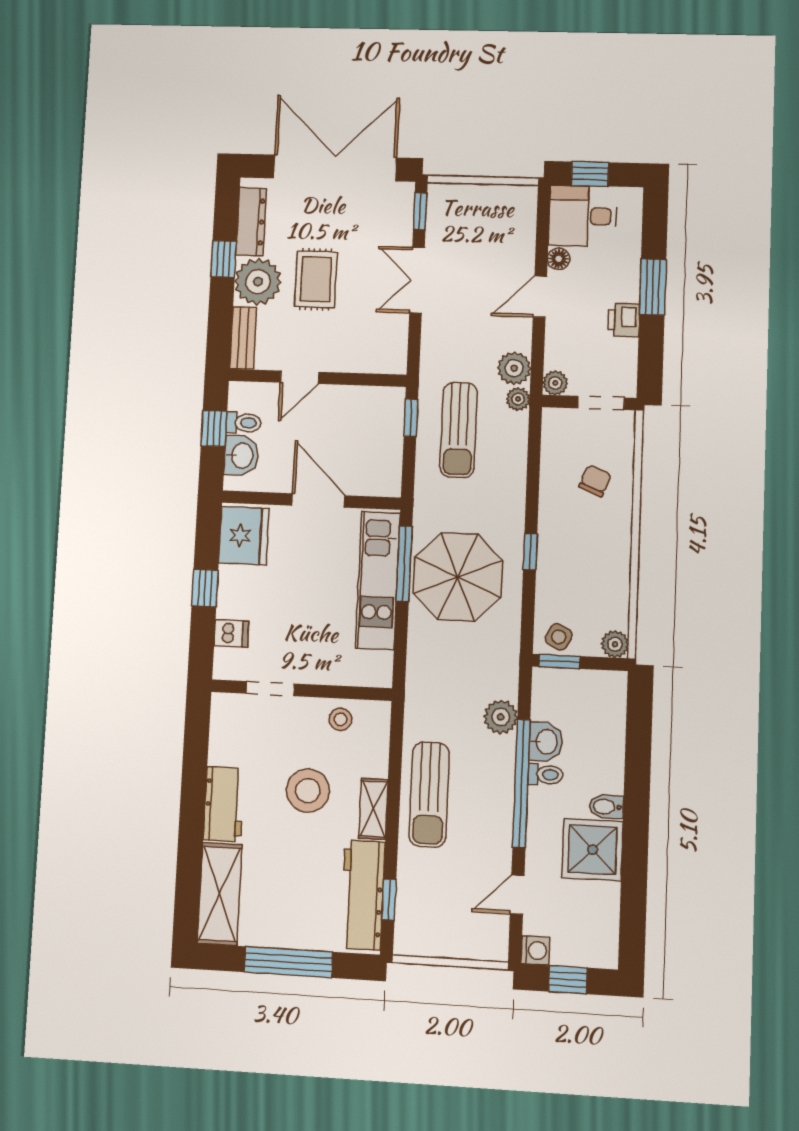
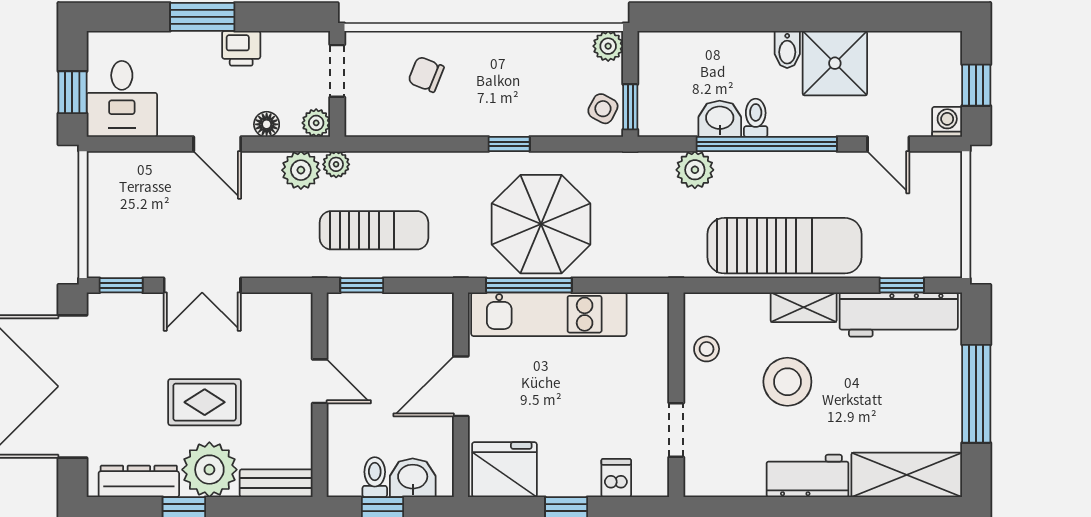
floor lamp: (559, 259) -> (267, 124), moved
door: (300, 377) -> (320, 381), moved
sun lounger: (429, 795) -> (785, 246), width x1.36, depth x1.34

